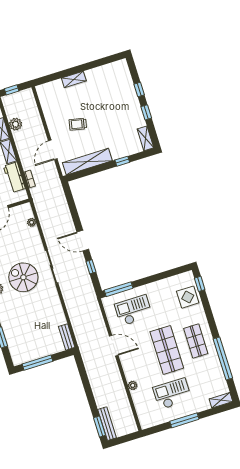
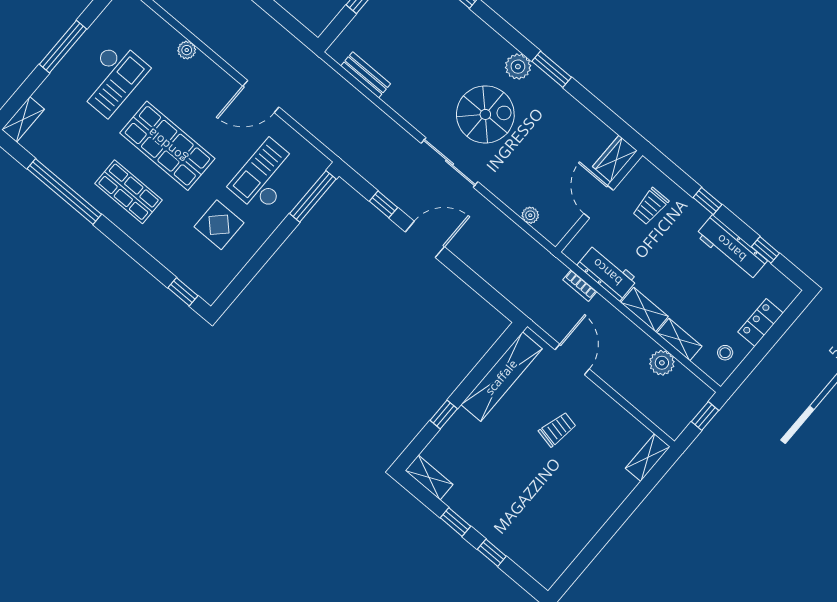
shelving: (74, 79) -> (648, 458), moved
display table: (188, 297) -> (219, 225), moved
checkout: (133, 310) -> (265, 177), turned 180
bench: (67, 337) -> (366, 75), moved

